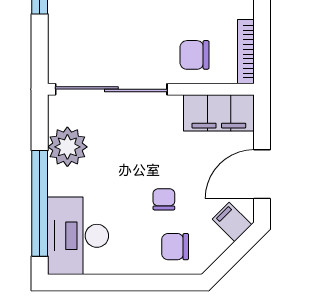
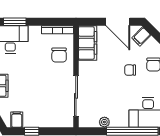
sliding door: (111, 89) -> (76, 96), width x0.73
plant: (67, 147) -> (104, 122), width x0.53, depth x0.53

